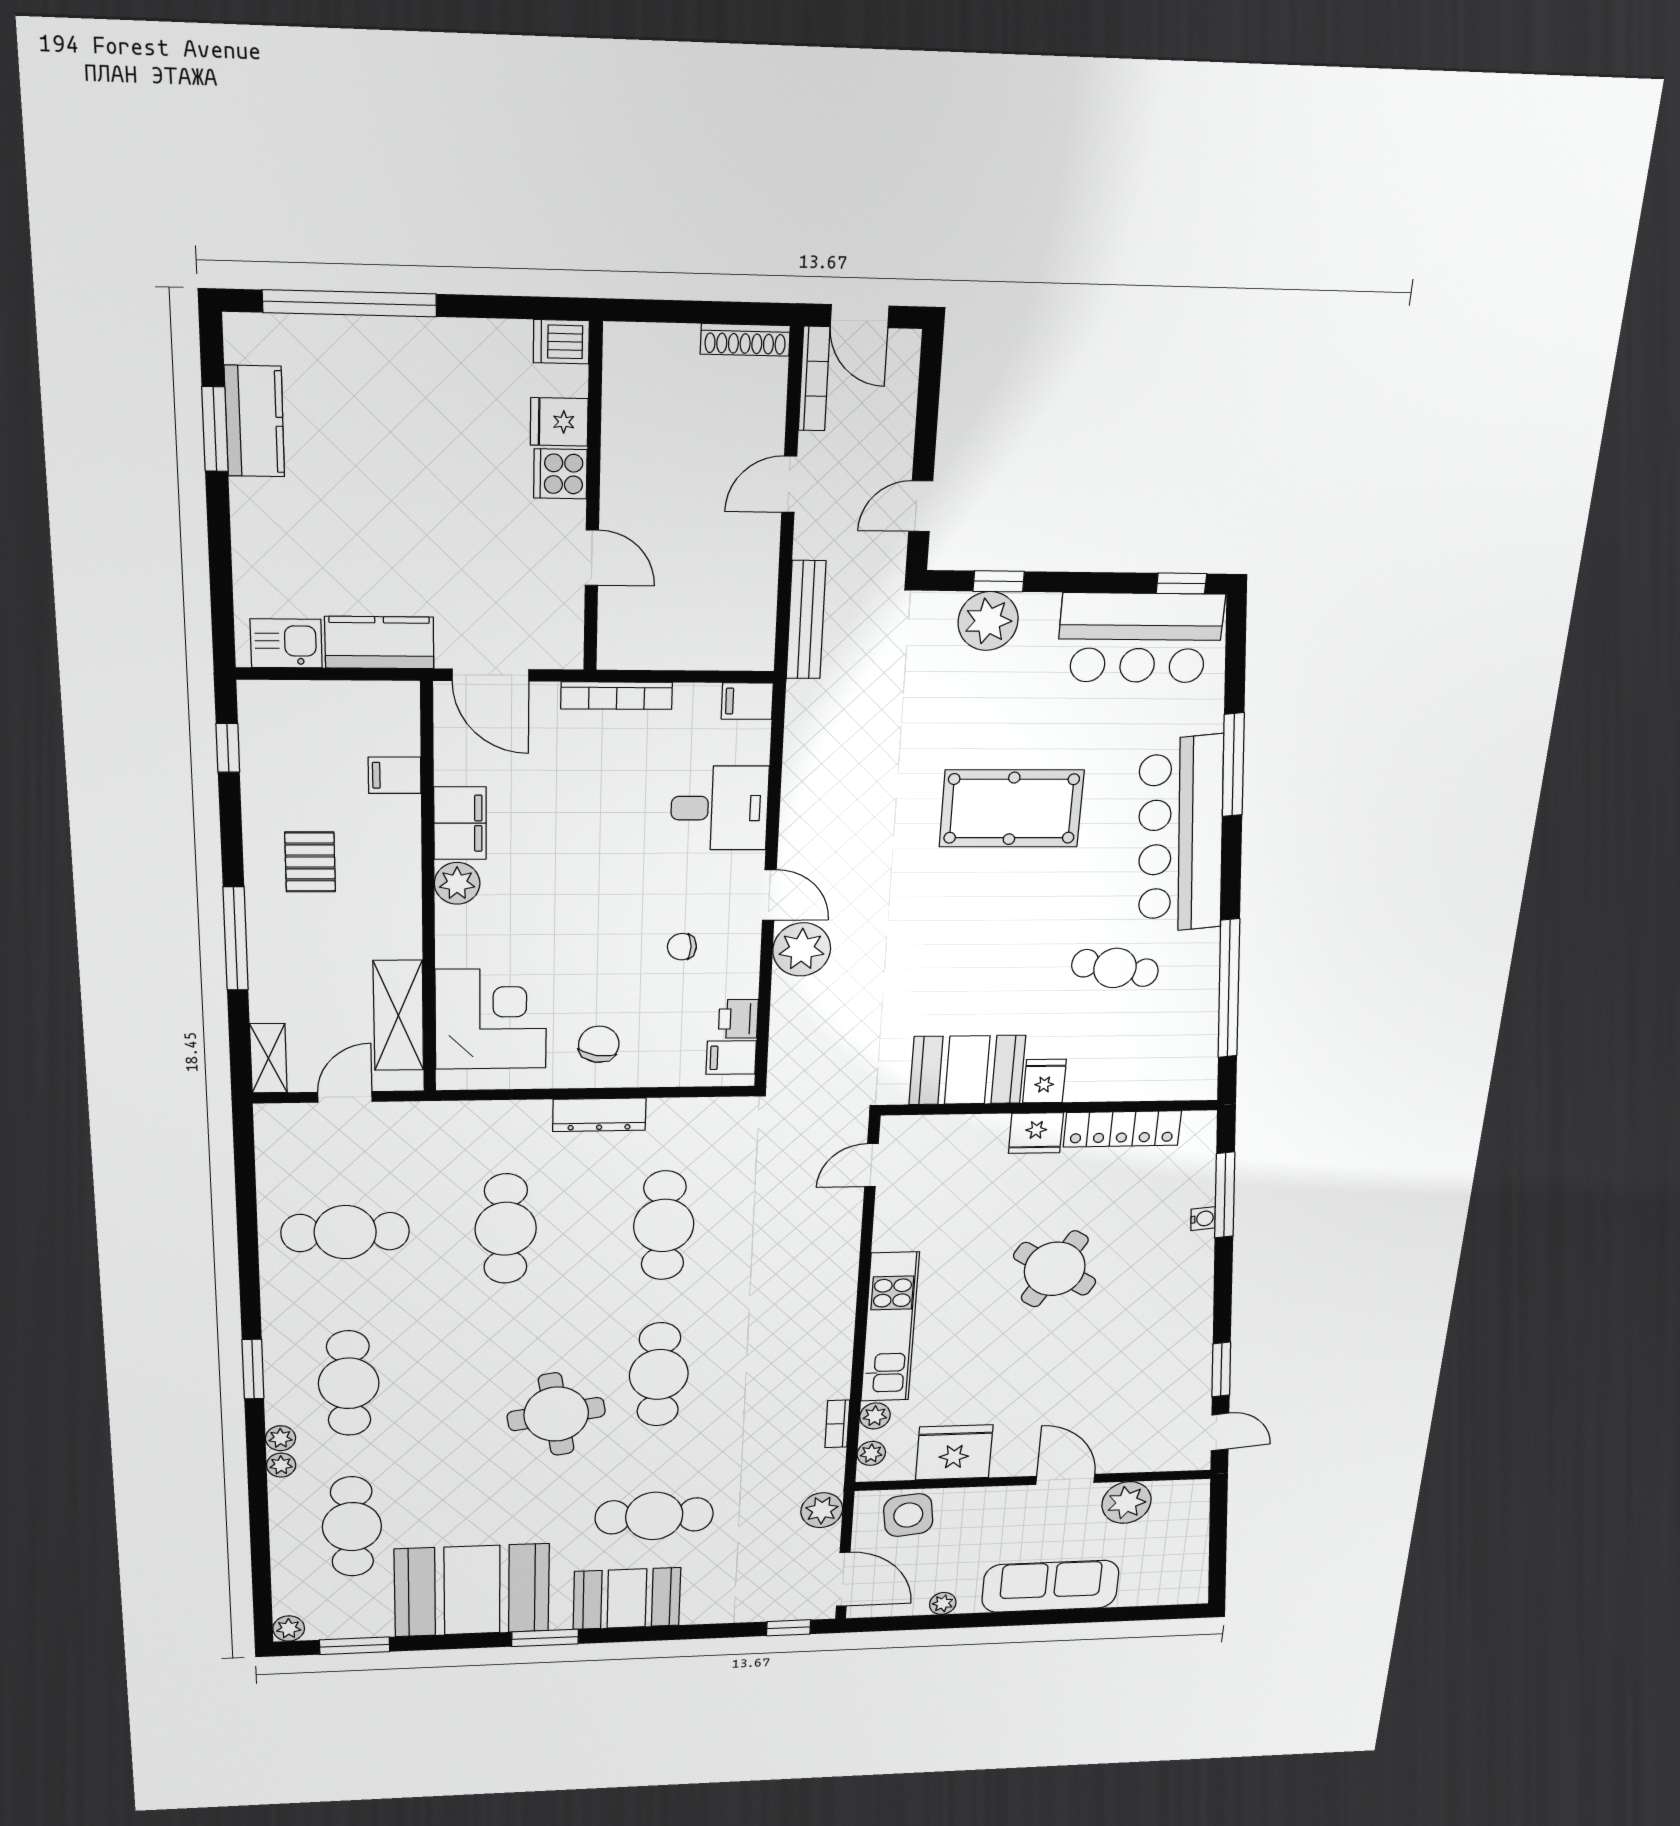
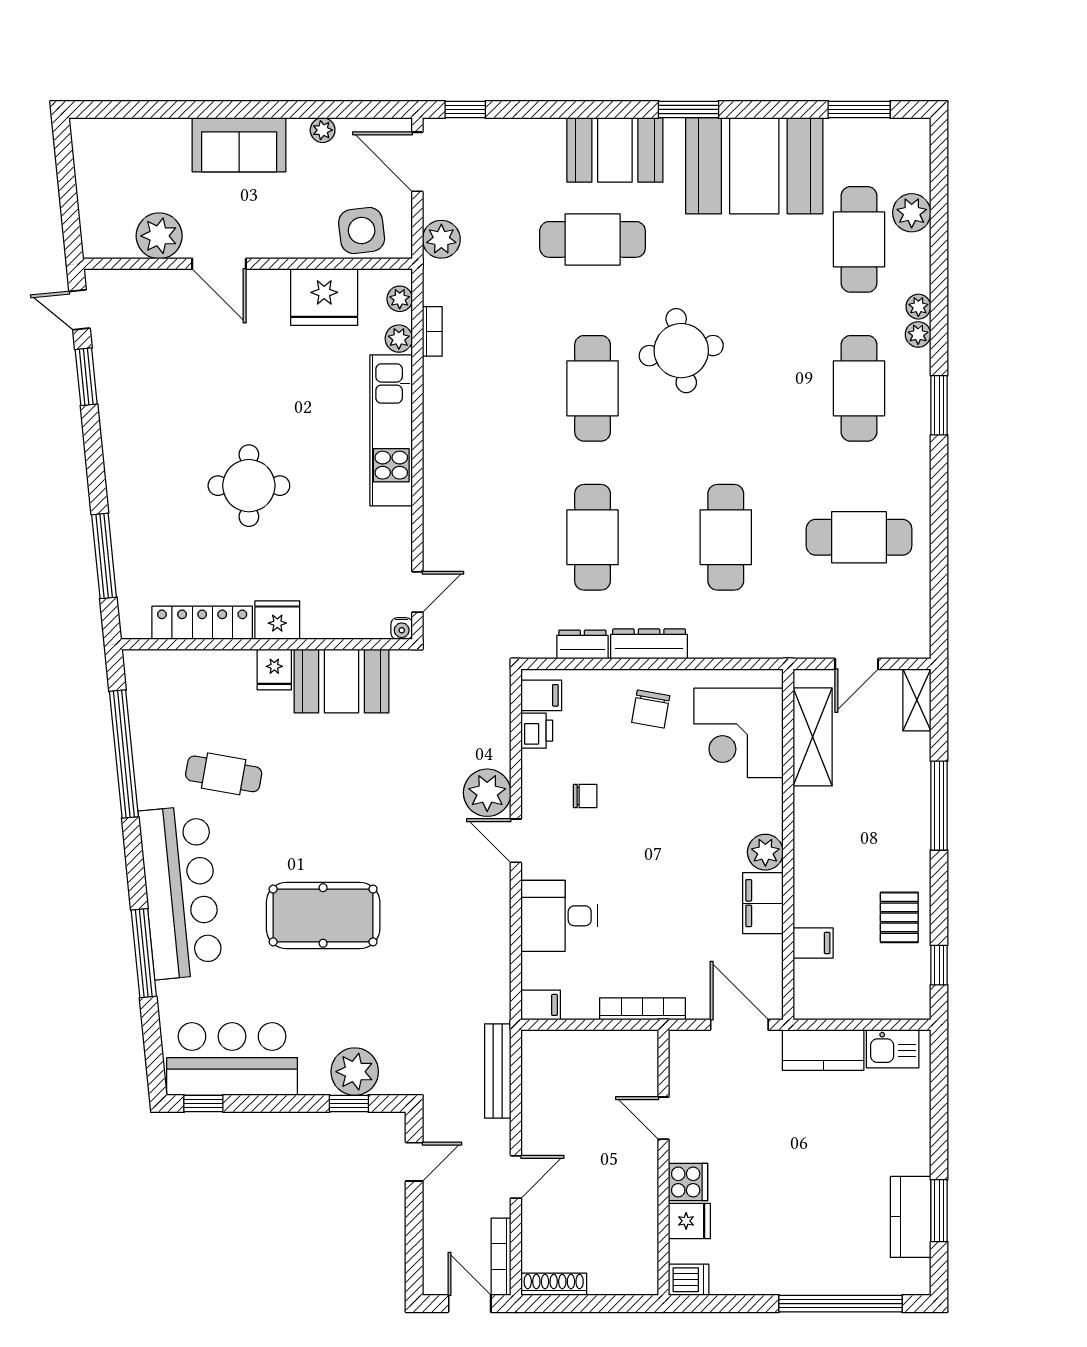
pallet: (310, 862) -> (899, 917), moved
dresser: (680, 1113) -> (582, 645), added
water cooler: (1203, 1219) -> (402, 629), moved, turned -84
round table: (1055, 1269) -> (249, 486), turned -31
sofa: (1050, 1586) -> (239, 145), width x0.73
plant: (289, 1628) -> (912, 213), moved, width x1.38, depth x1.38

